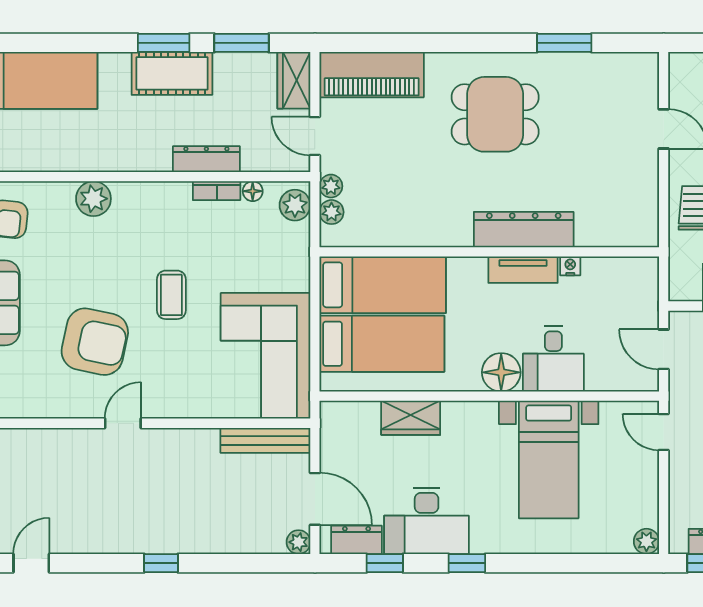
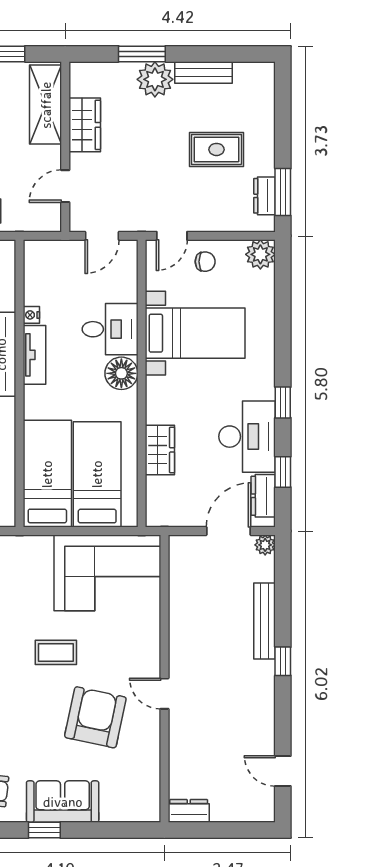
bench: (265, 440) -> (265, 621), moved
chair: (633, 471) -> (205, 262), added
plant: (646, 541) -> (260, 254), width x1.38, depth x1.38

